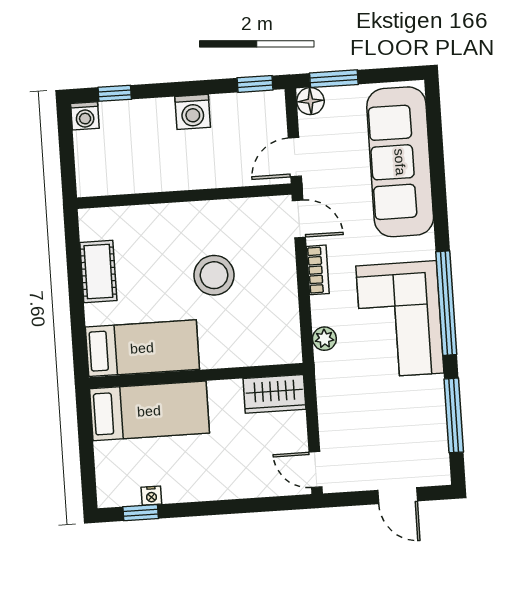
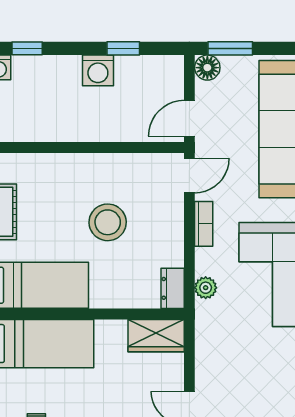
window: (255, 84) -> (123, 48), moved
door: (299, 219) -> (189, 175), hinge flipped
dresser: (289, 342) -> (173, 288), added

